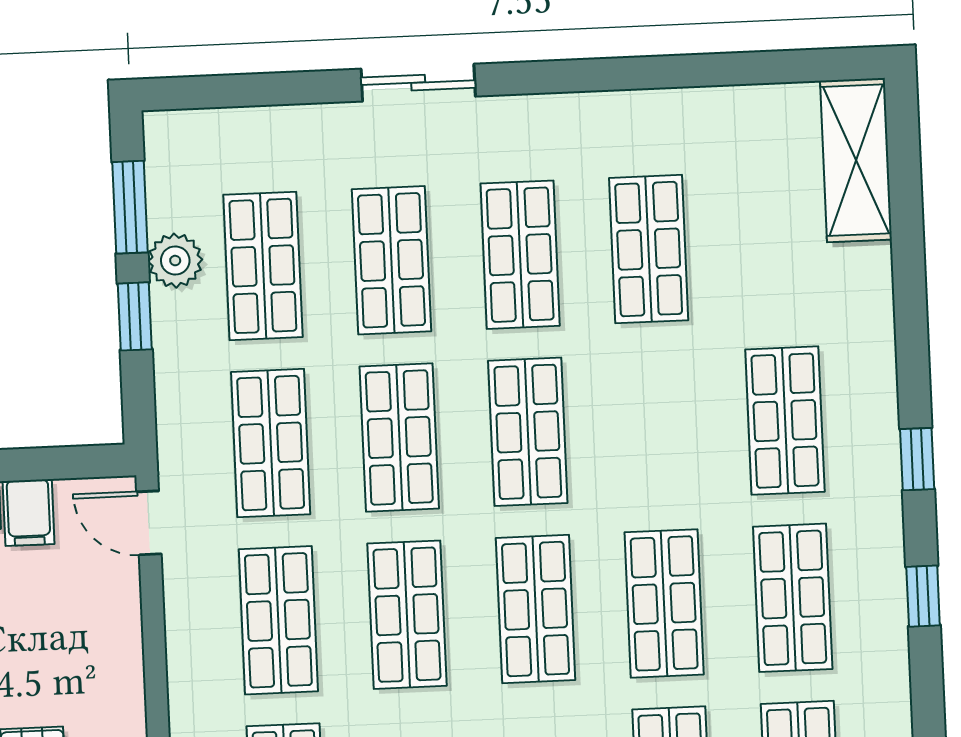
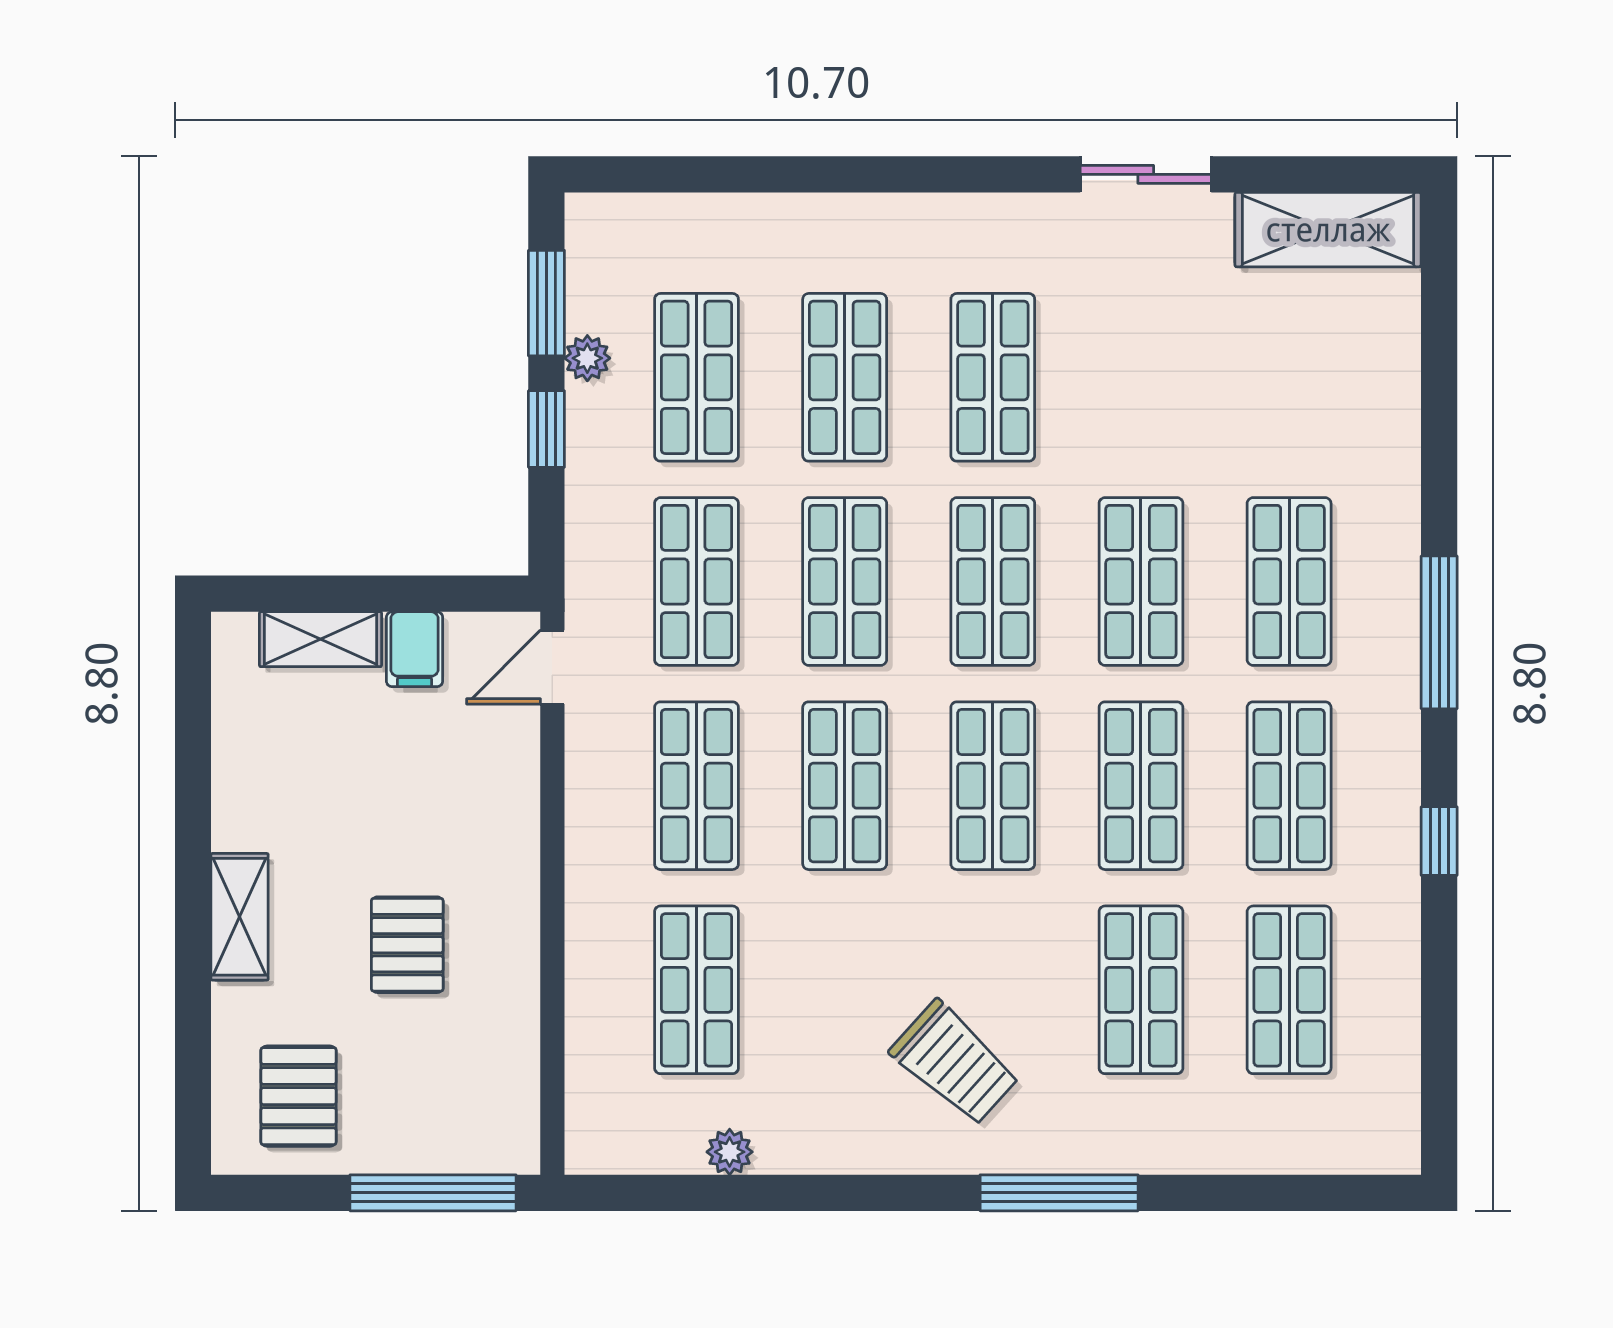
sliding door: (418, 83) -> (1146, 174), moved
shelving: (856, 160) -> (1328, 230), moved, turned 90
shop shelf: (649, 249) -> (1141, 581), moved
plant: (175, 261) -> (587, 358), width x0.73, depth x0.73
window: (917, 459) -> (1439, 632), width x2.17
door: (149, 523) -> (552, 667), hinge flipped
window: (923, 596) -> (1439, 841), moved

